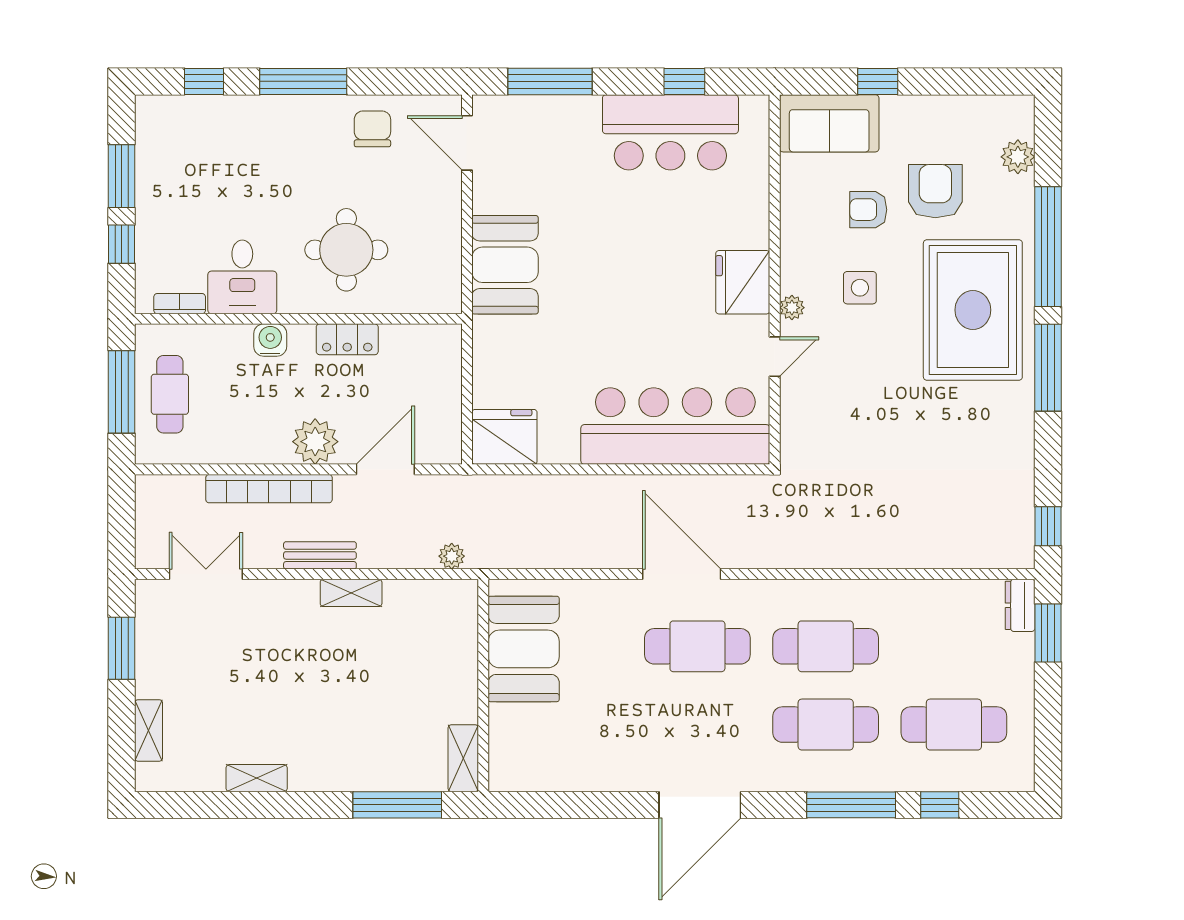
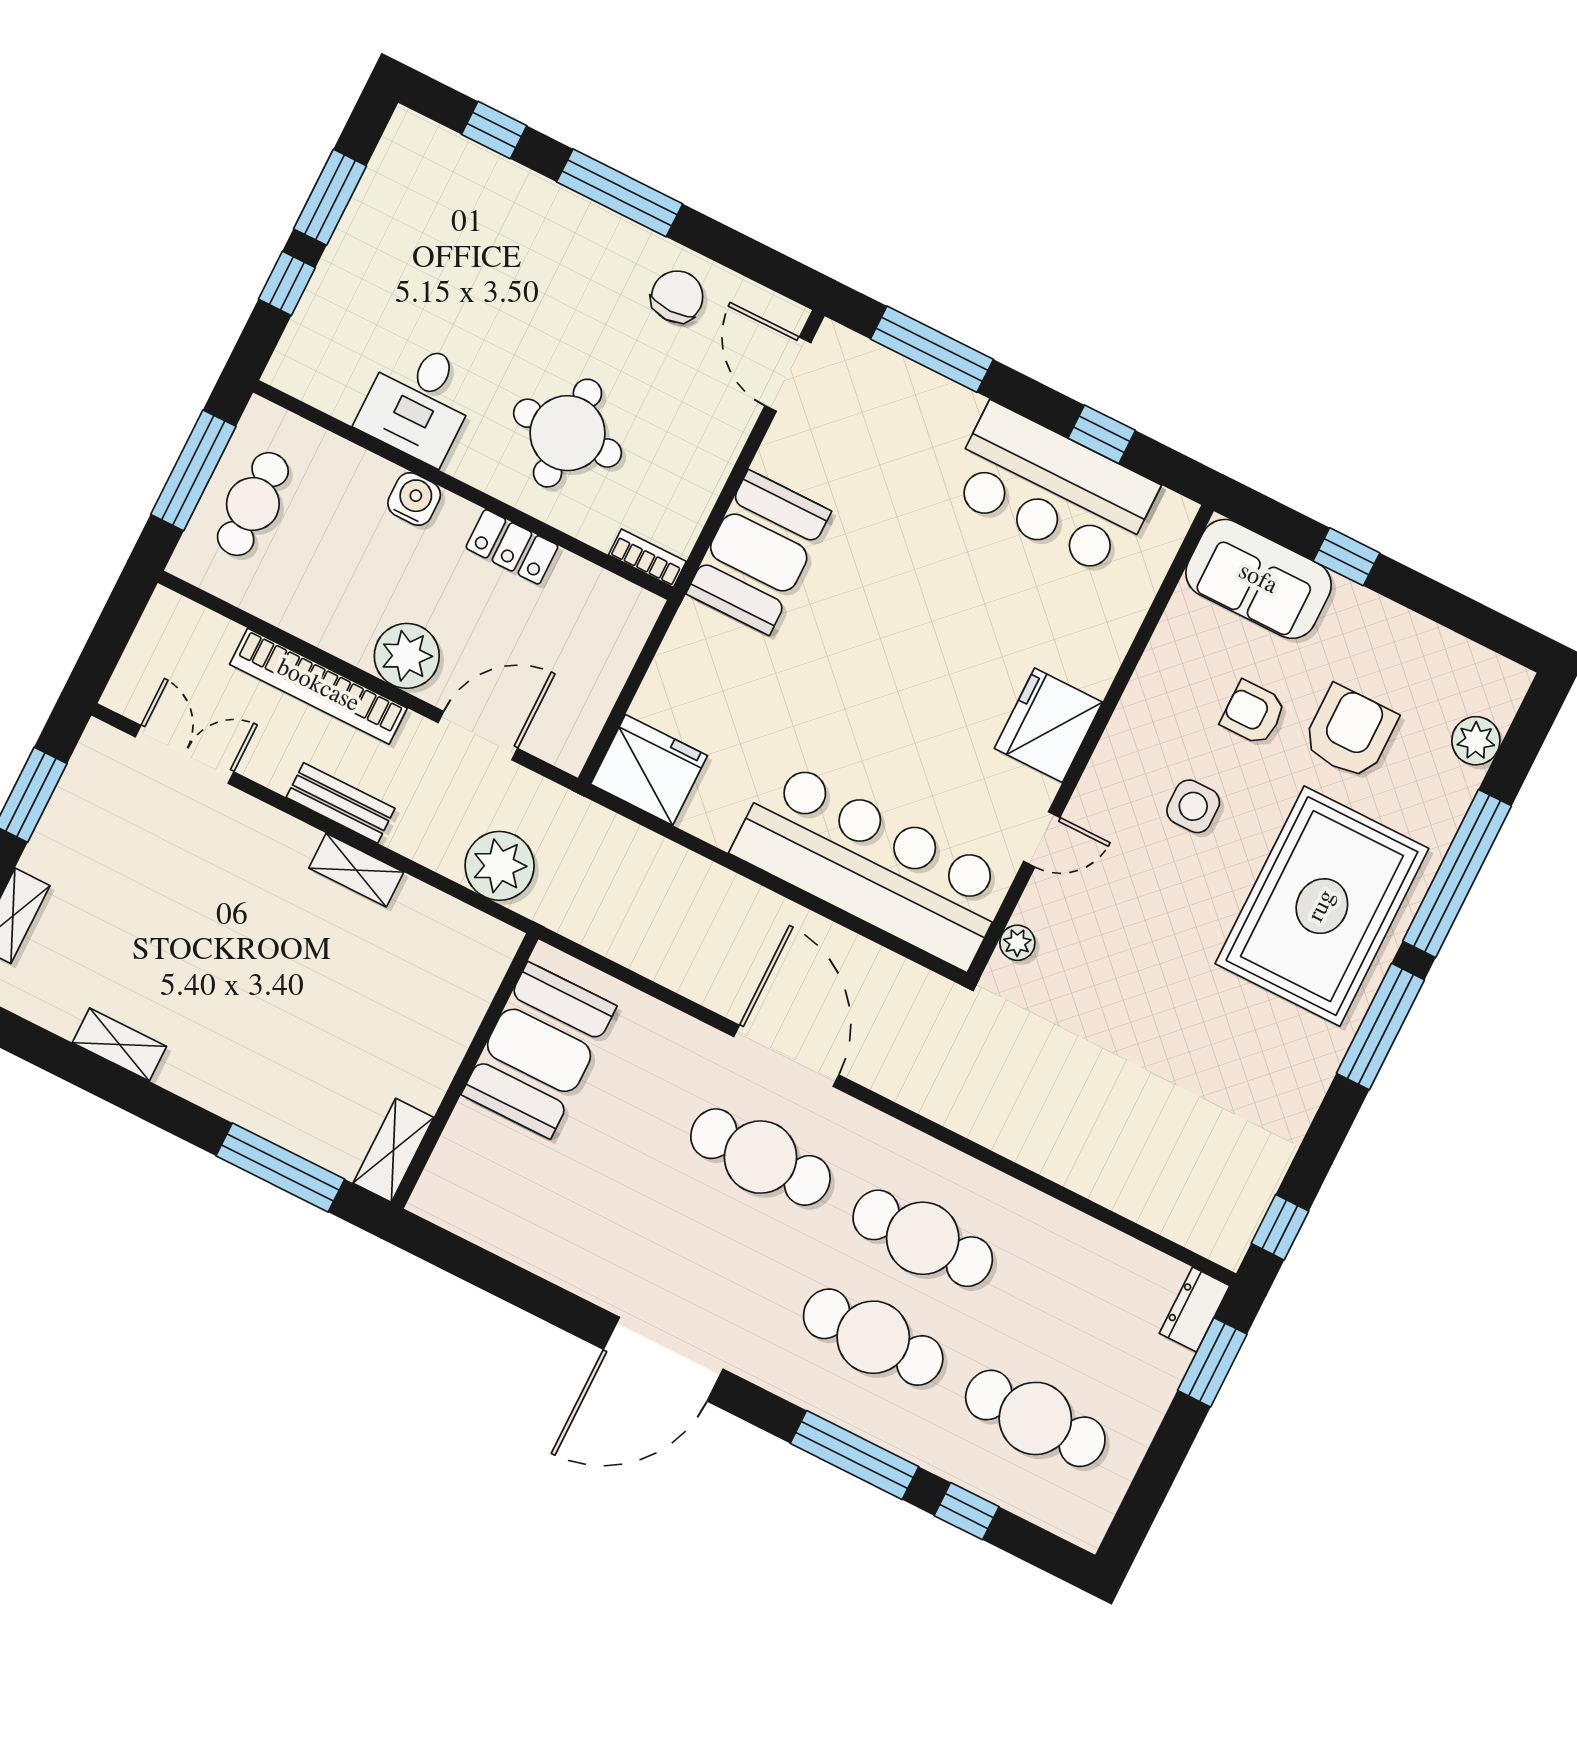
bookcase: (180, 304) -> (647, 558), moved
plant: (792, 308) -> (1017, 943), moved
plant: (452, 556) -> (500, 866), width x1.87, depth x1.87

